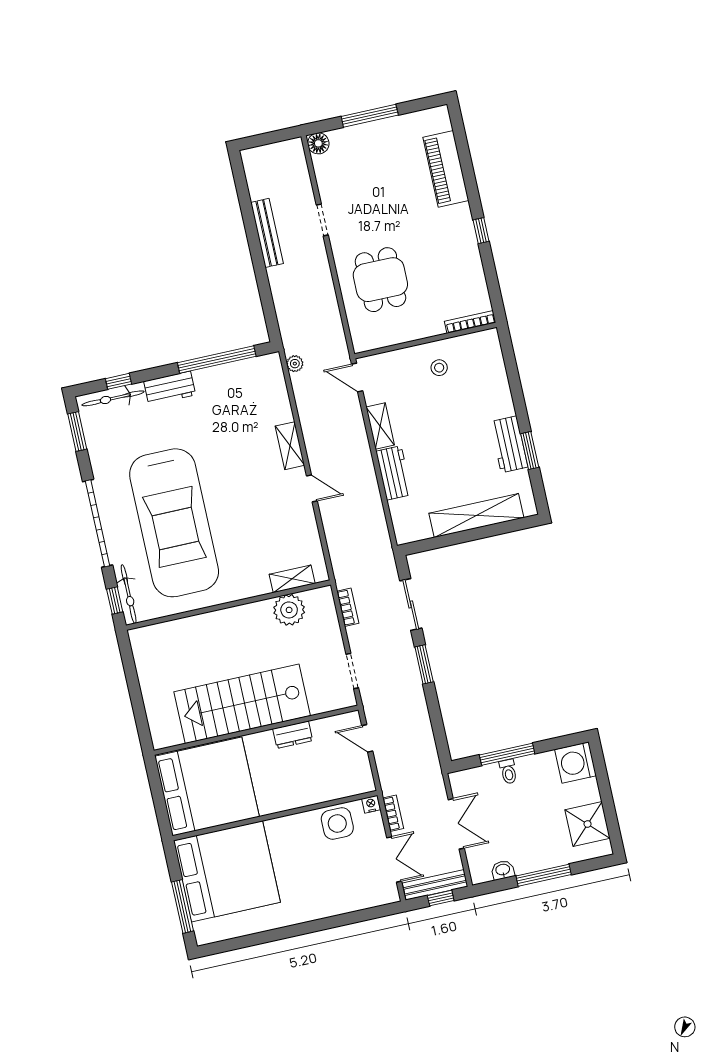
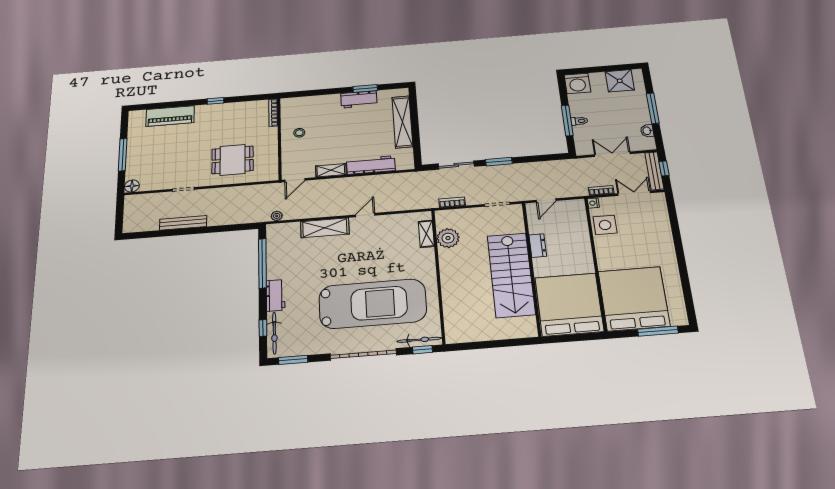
shelving: (290, 446) -> (325, 228), width x1.50, depth x1.33
workbench: (394, 473) -> (371, 165), width x1.37

